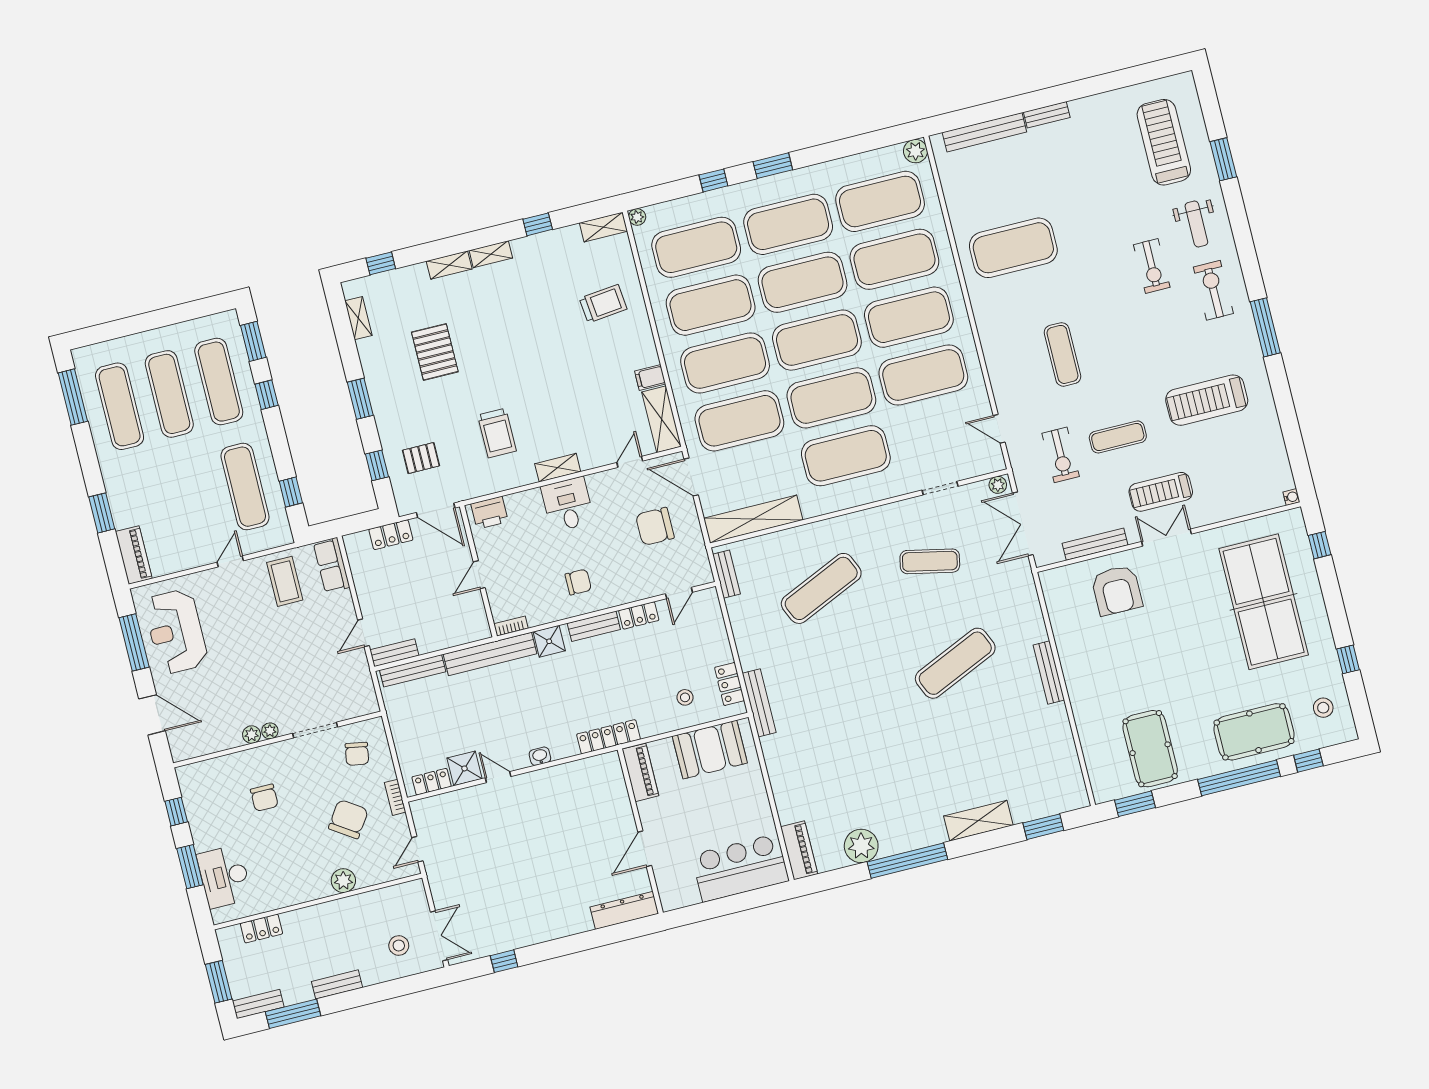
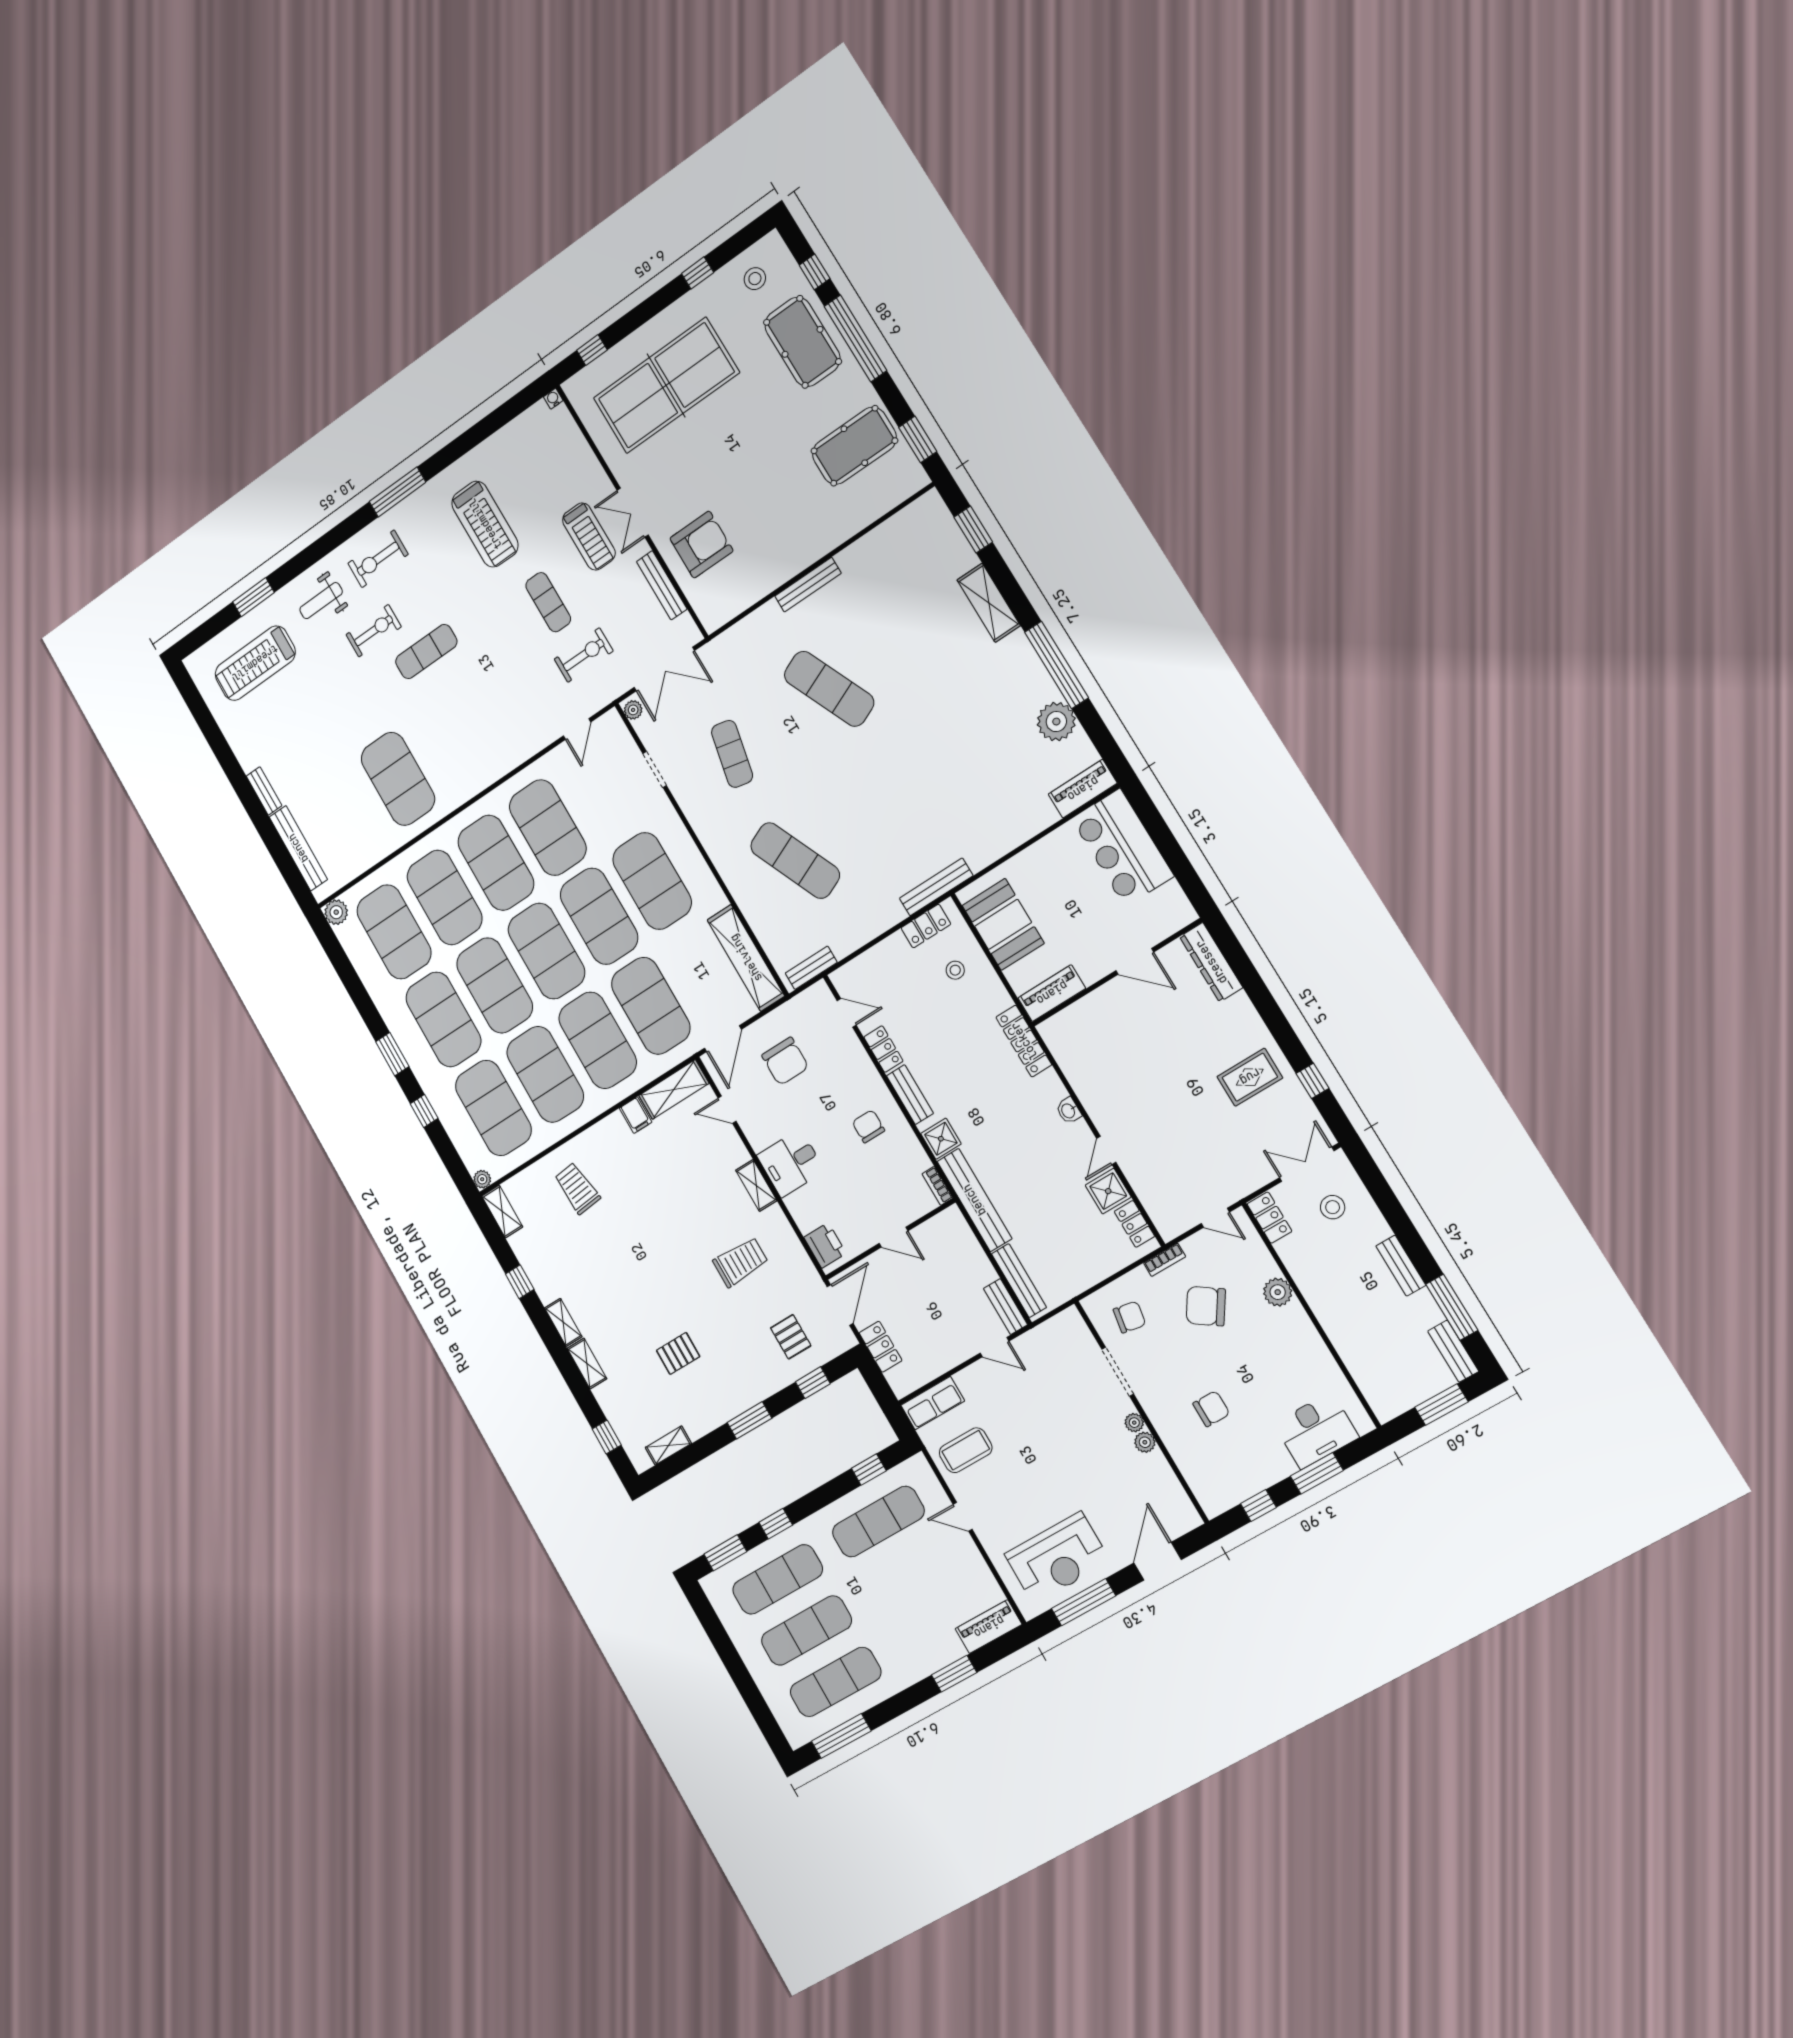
weight bench: (1196, 224) -> (321, 601), turned 180
pallet: (435, 352) -> (678, 1353), width x0.67, depth x0.71
exercise mat: (1062, 354) -> (426, 652), moved
rug: (522, 912) -> (1250, 1077), added
locker: (261, 929) -> (1269, 1218), moved

